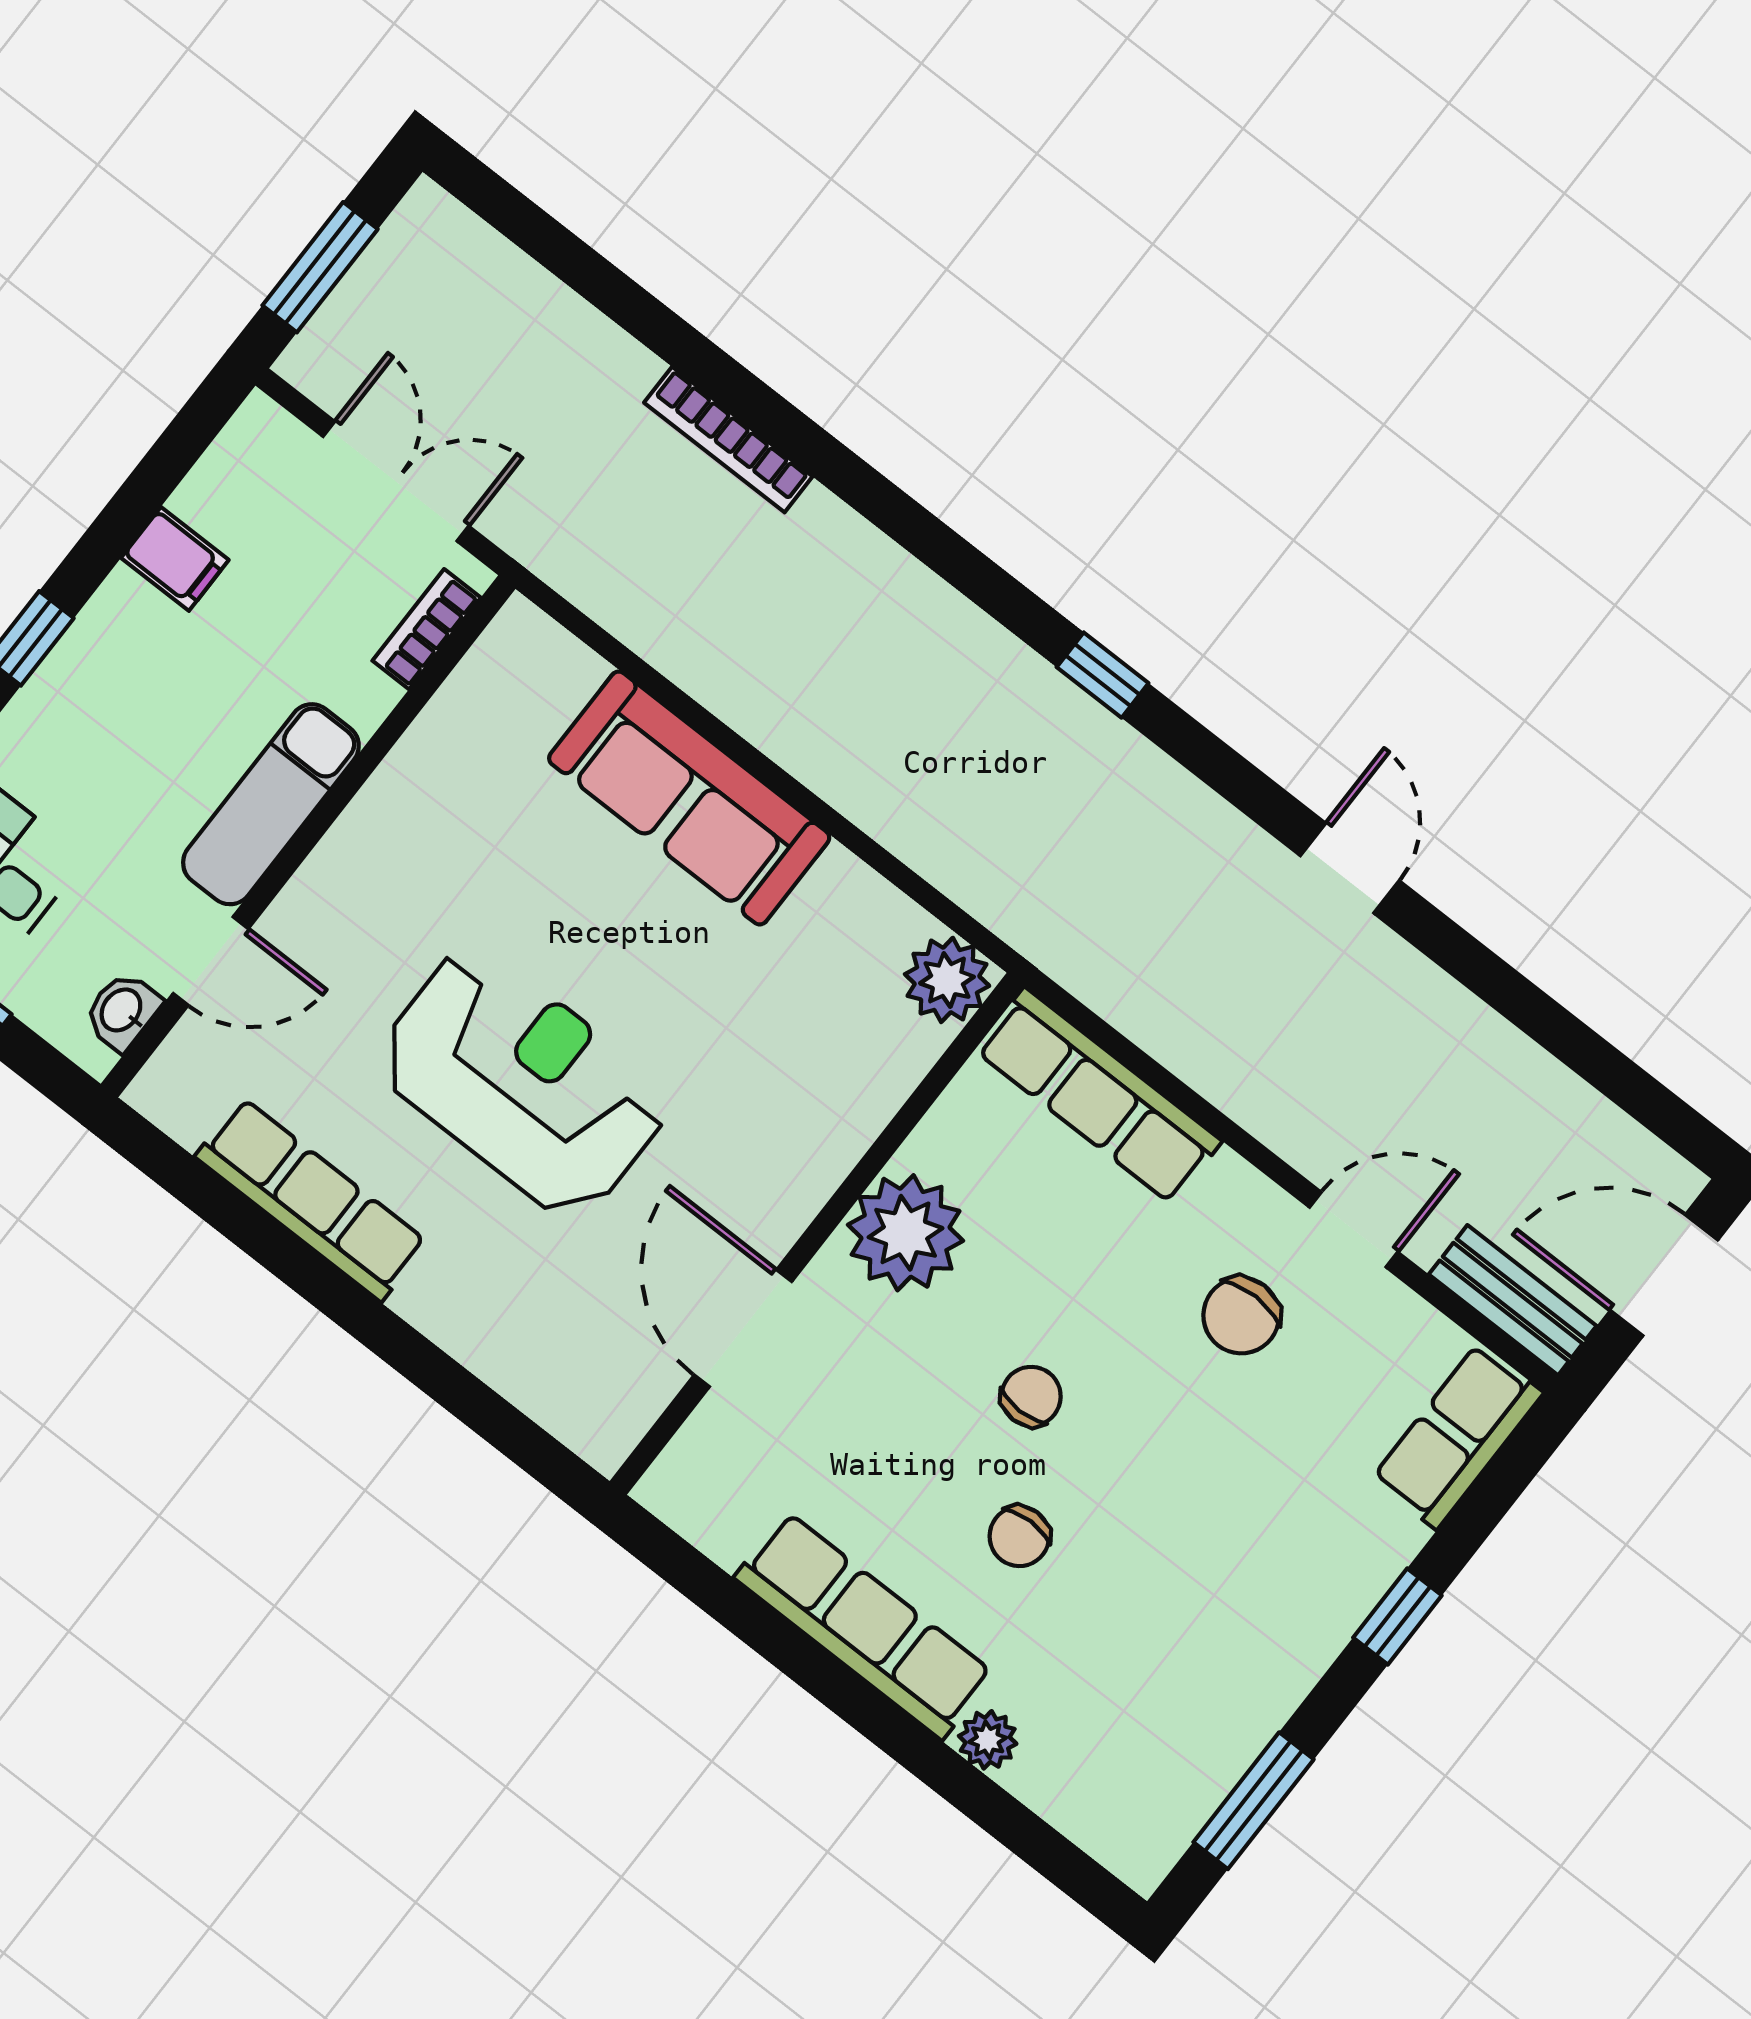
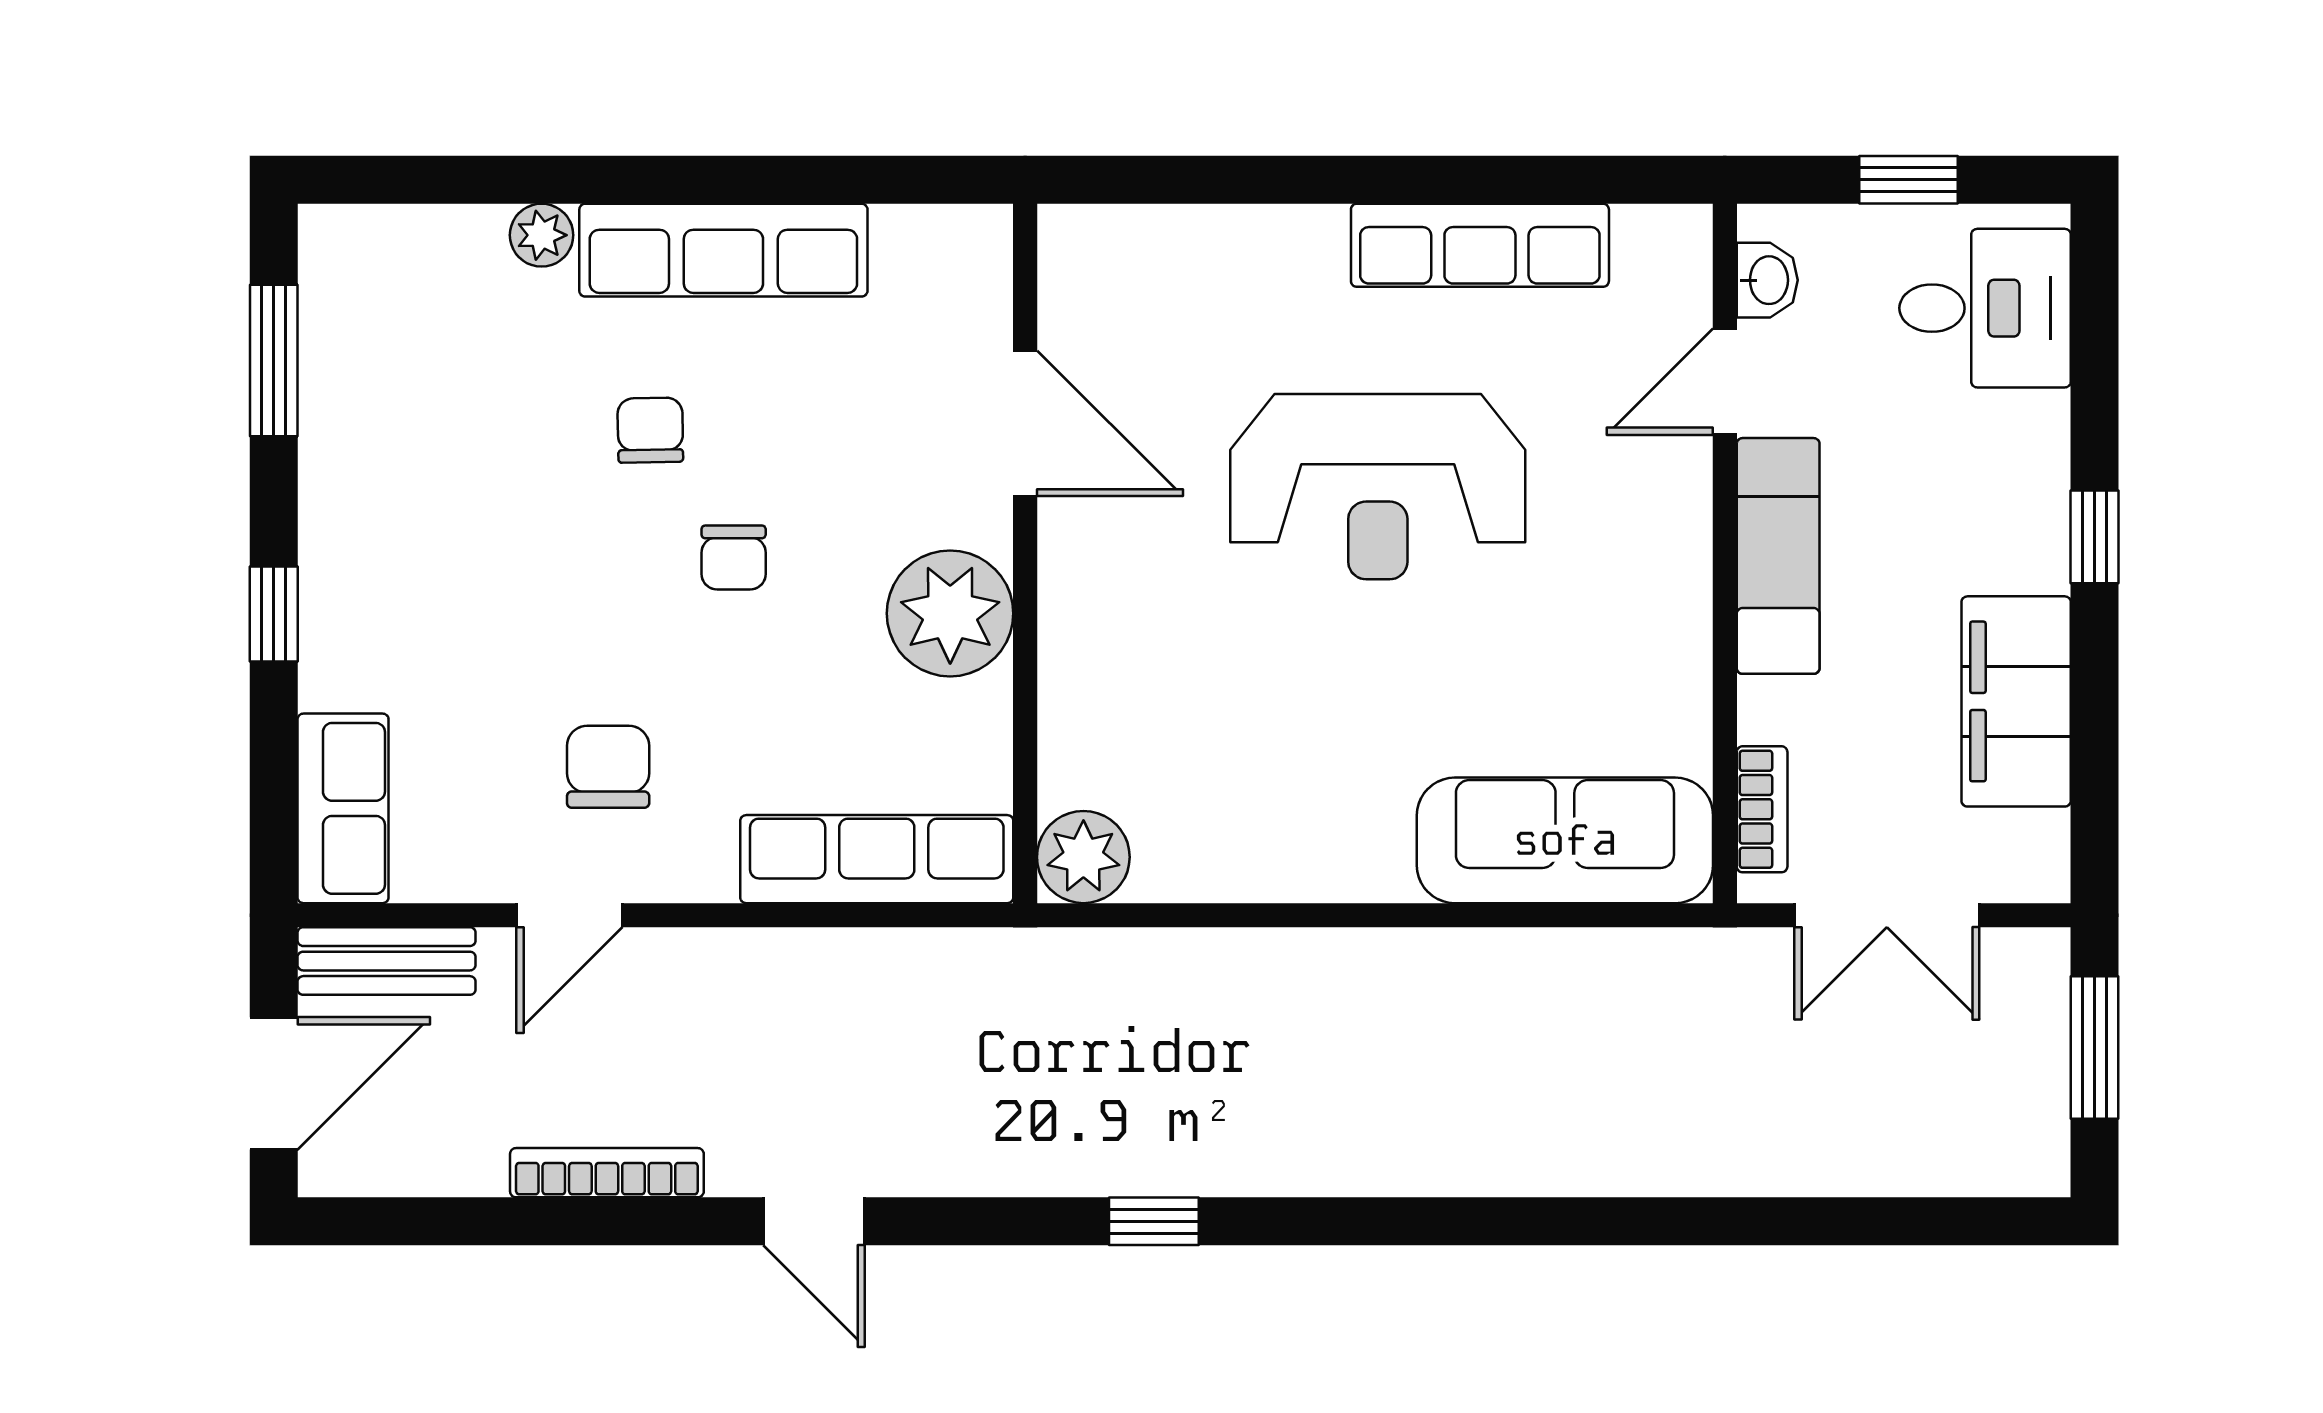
bookcase: (728, 440) -> (607, 1173), moved
filing cabinet: (175, 559) -> (2016, 701), width x3.00, depth x1.17
sofa: (689, 798) -> (1565, 840), moved

